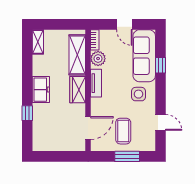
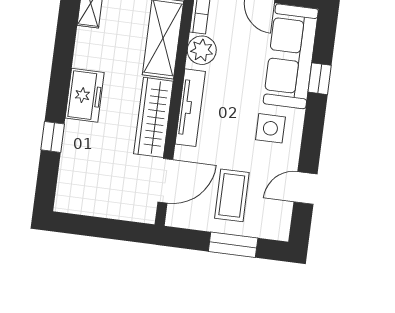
tv unit: (96, 83) -> (190, 108), width x1.41
wardrobe: (78, 90) -> (153, 117), width x1.50
door: (161, 122) -> (305, 188), swing flipped

